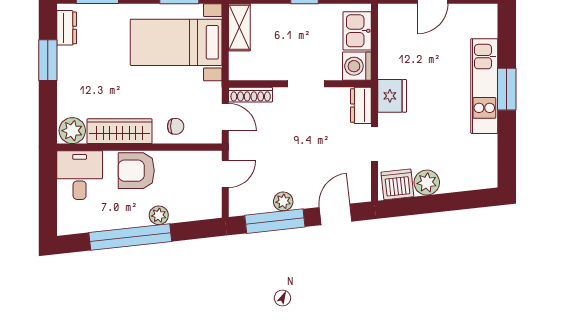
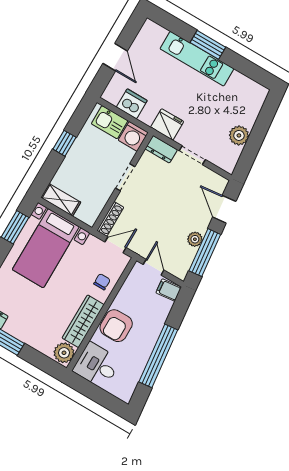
dishwasher: (397, 184) -> (132, 104), moved, turned 96
filing cabinet: (210, 205) -> (169, 290), added
plant: (159, 215) -> (155, 328), removed

